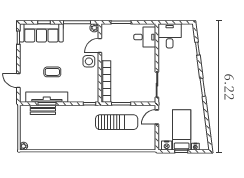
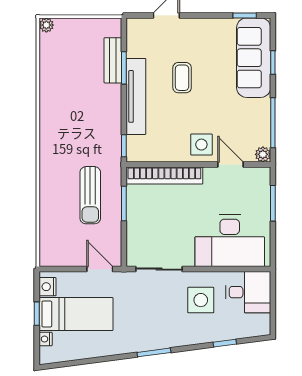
desk: (145, 37) -> (230, 241), width x1.87, depth x1.30
side table: (174, 62) -> (201, 300), added
tv unit: (47, 97) -> (136, 96), moved
sun lounger: (117, 122) -> (90, 195), width x0.73, depth x0.75

